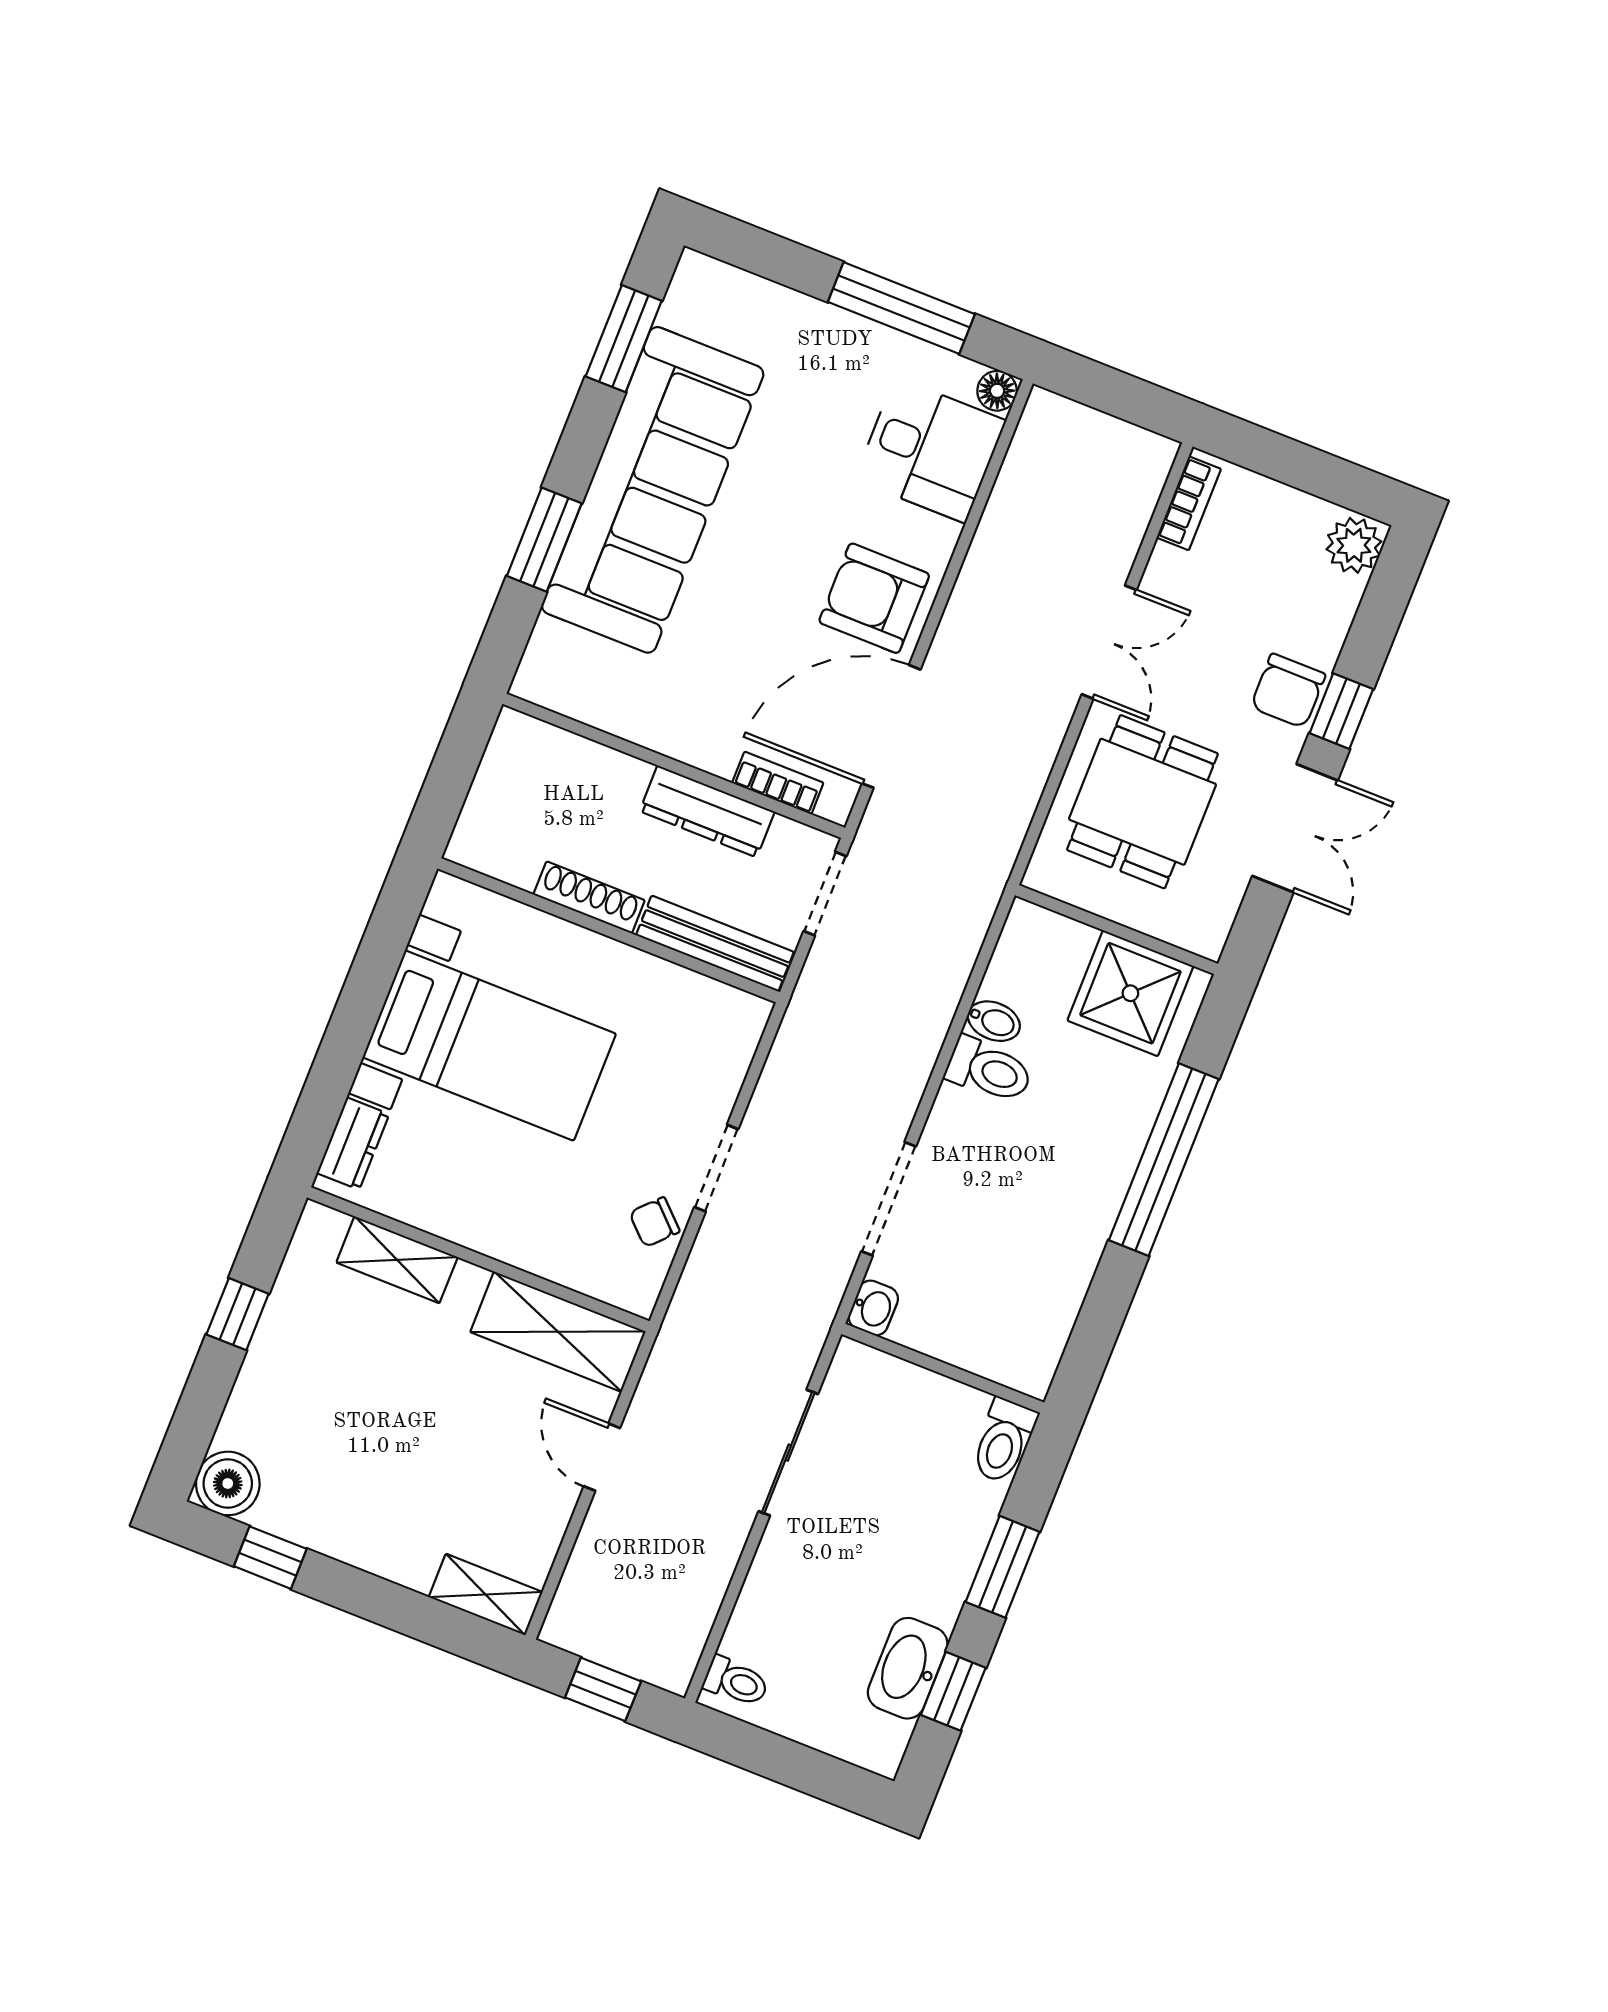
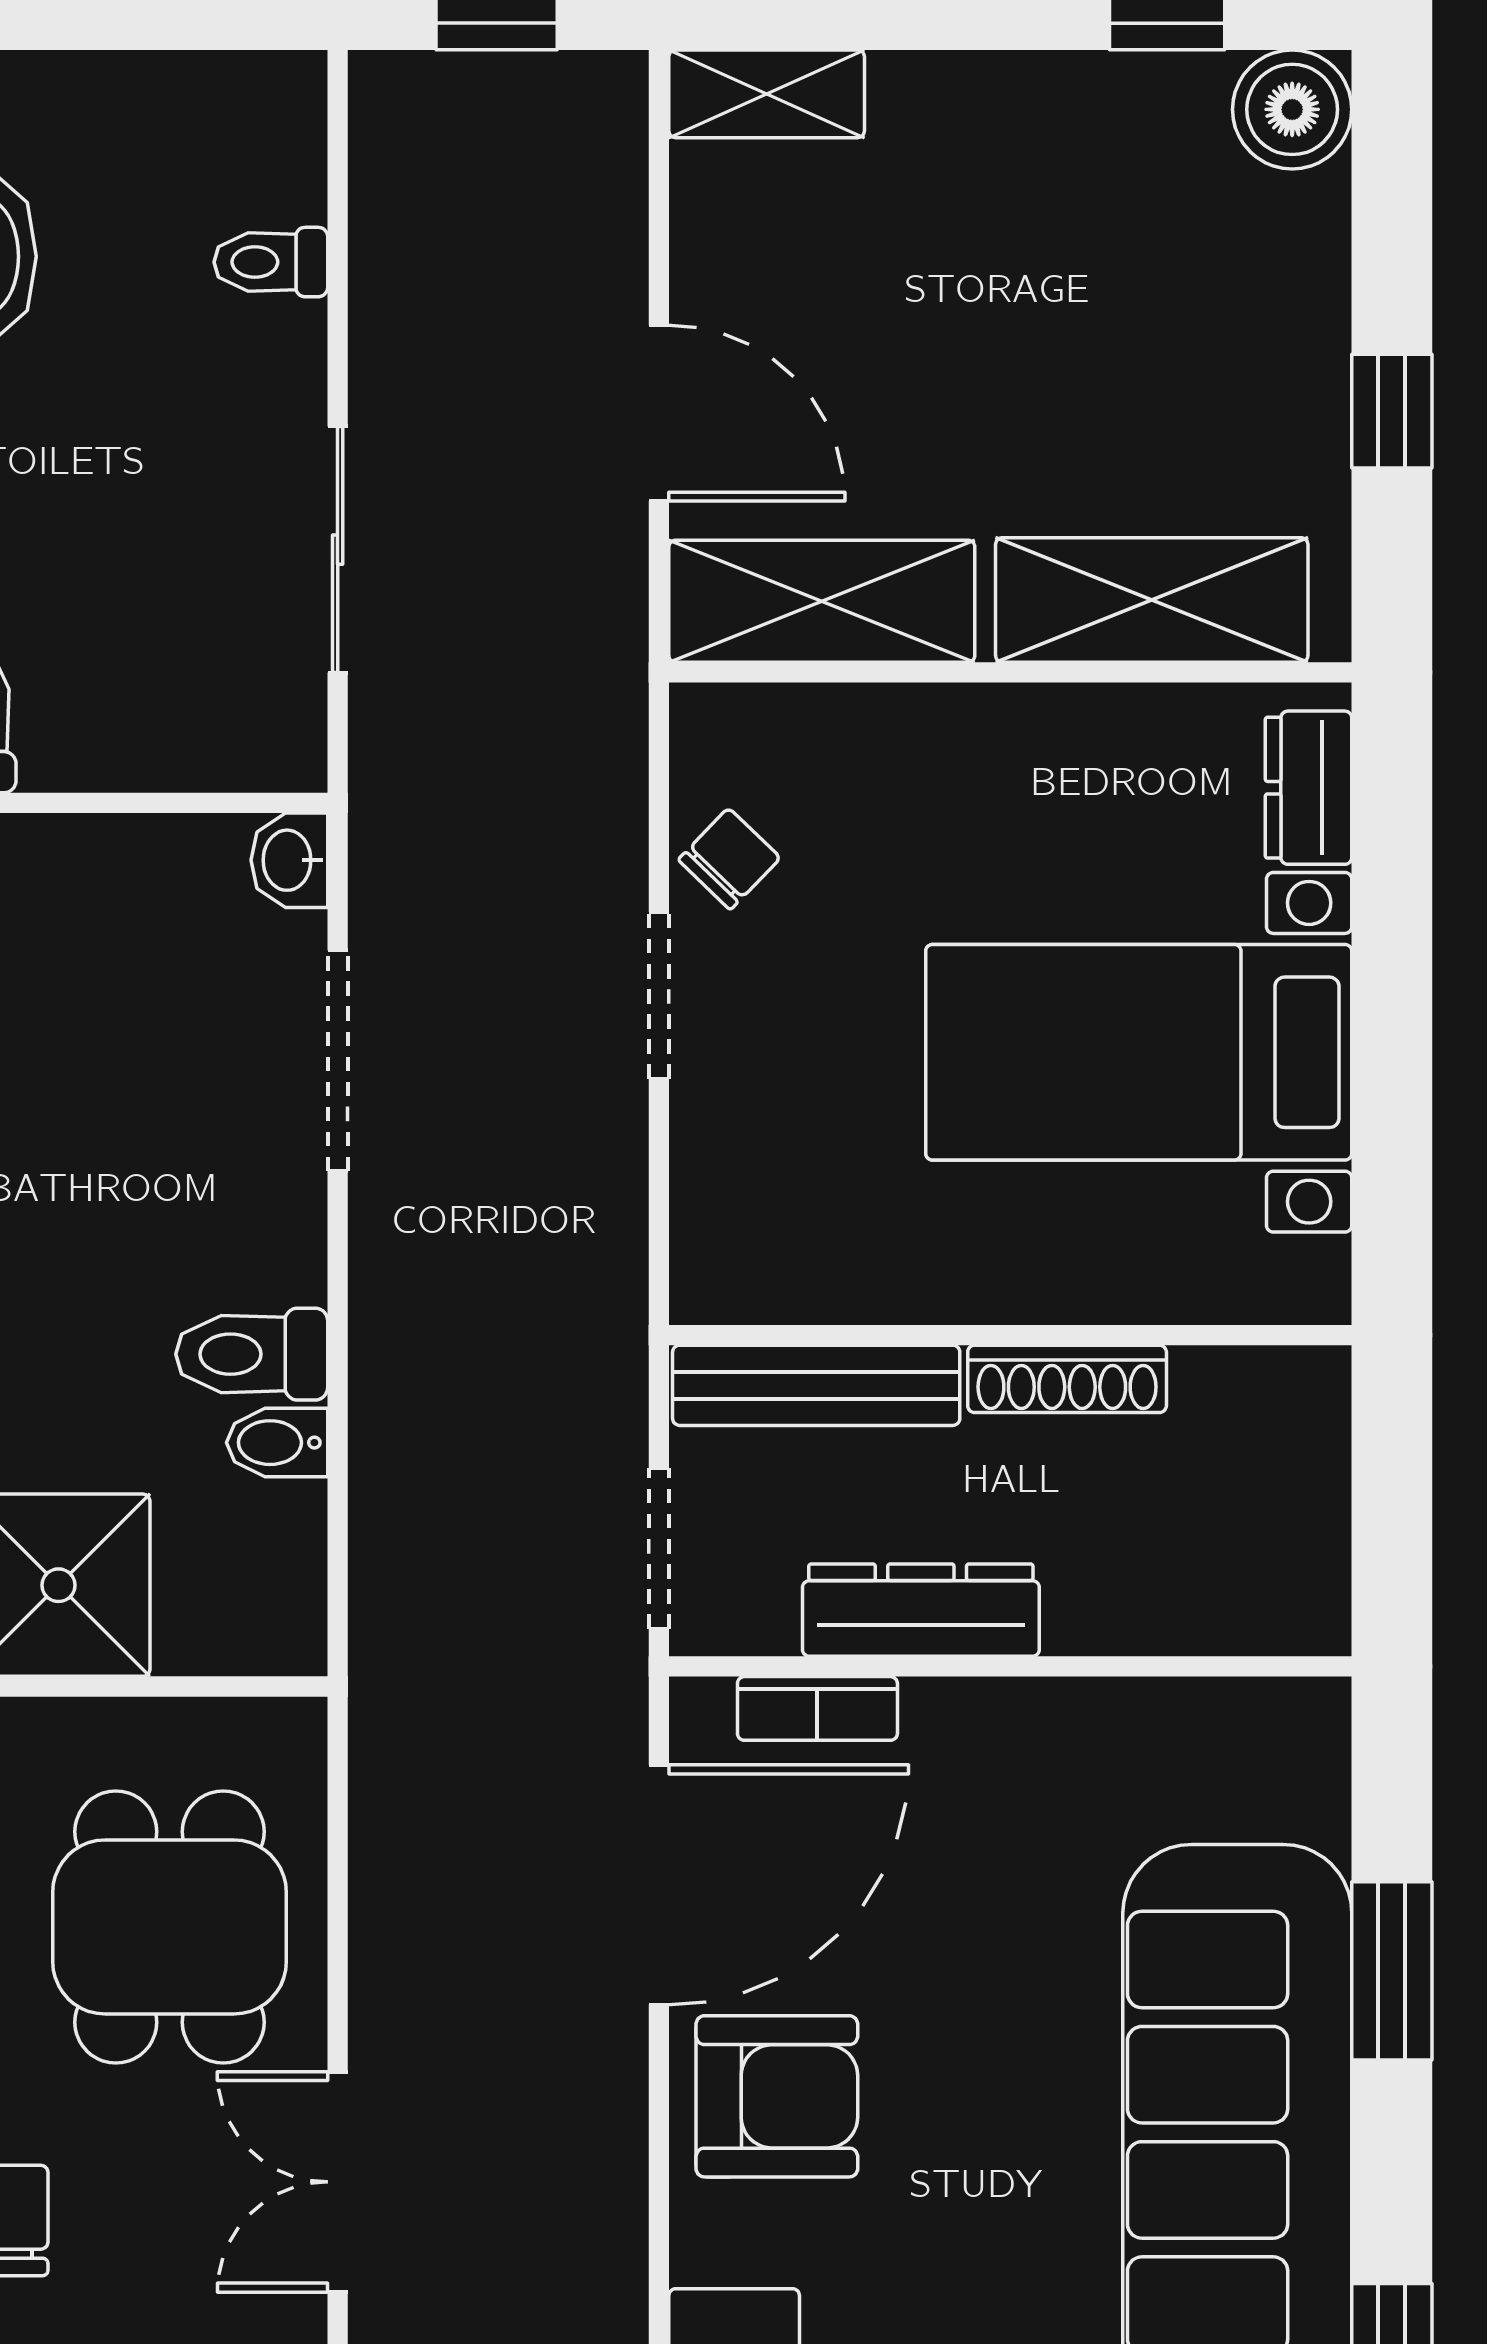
shelving: (397, 1260) -> (1152, 600), width x1.50, depth x1.33
door: (602, 1457) -> (659, 413), width x1.38
toilet: (736, 1682) -> (271, 262), moved

